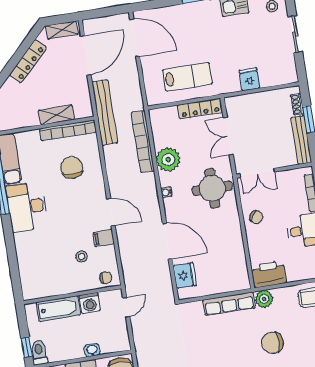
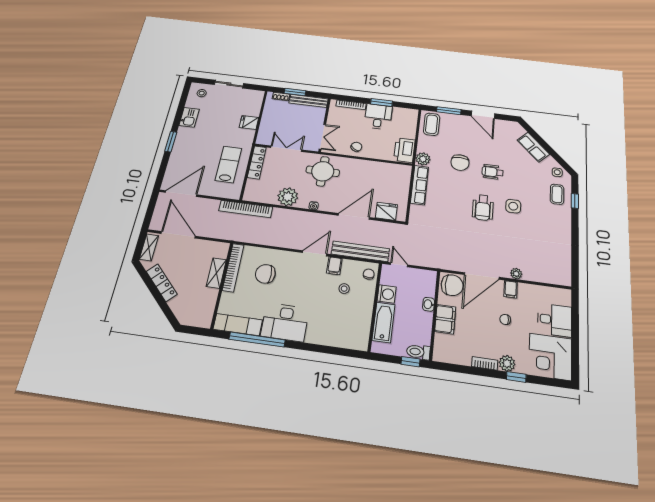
bench: (105, 112) -> (360, 251), moved
double door: (228, 136) -> (286, 149), swing flipped
bookcase: (143, 142) -> (246, 209), moved

